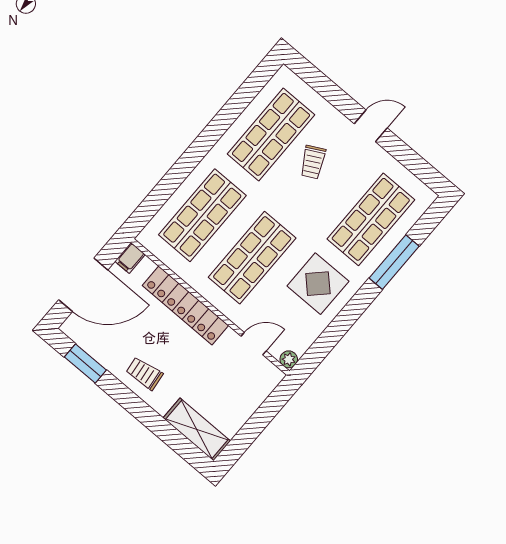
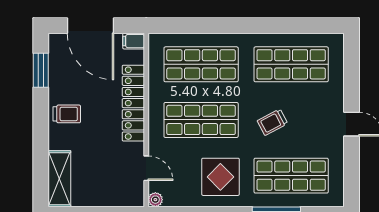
trolley: (313, 162) -> (272, 122), moved
trolley: (144, 373) -> (67, 114), turned 97

